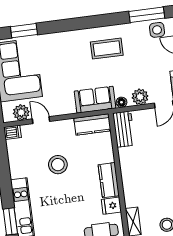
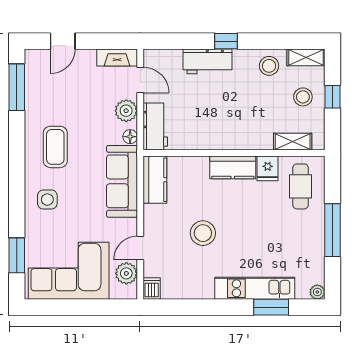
side table: (157, 30) -> (47, 200), moved
sofa: (95, 100) -> (122, 181), width x1.36
workbench: (124, 129) -> (155, 127), moved, turned 90

